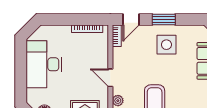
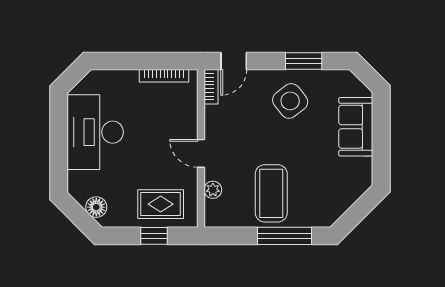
window: (164, 20) -> (304, 61), moved
side table: (166, 45) -> (290, 101), turned -38

